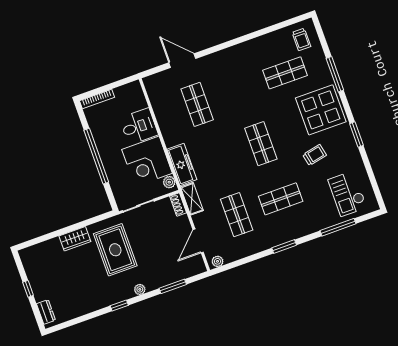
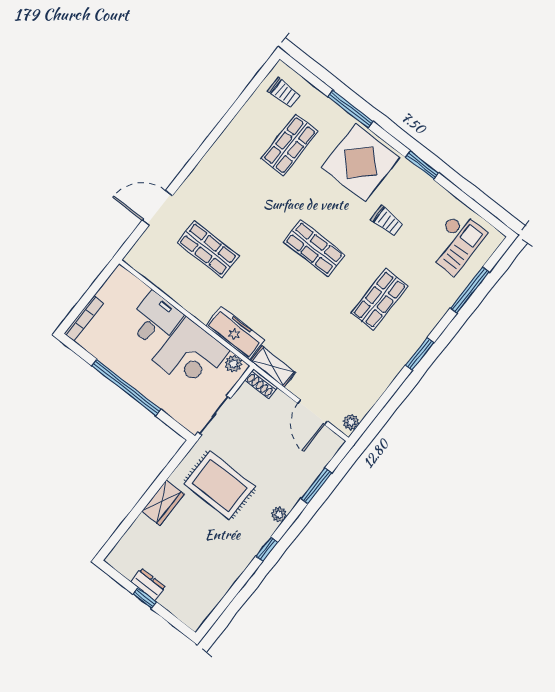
trolley: (315, 155) -> (387, 221), turned 102
checkout: (347, 194) -> (456, 243), turned -90
shop shelf: (237, 215) -> (339, 352), removed
dresser: (46, 312) -> (148, 585), moved

